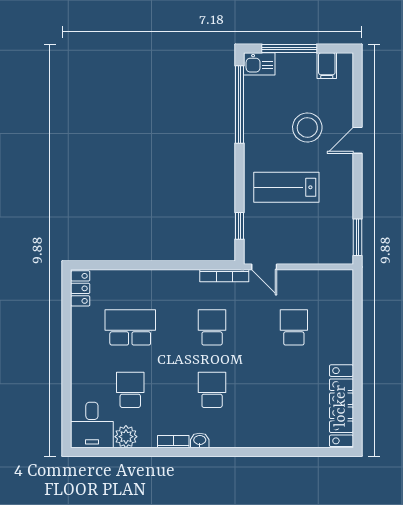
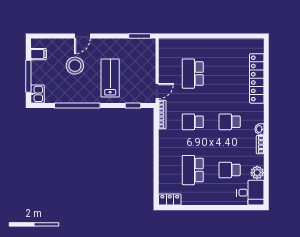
window: (240, 105) -> (77, 106), moved
door: (358, 140) -> (82, 36), hinge flipped
lab bench: (286, 187) -> (110, 78), turned 180
school desk: (294, 327) -> (193, 74), width x1.85
locker: (341, 406) -> (257, 78), moved, turned 90

